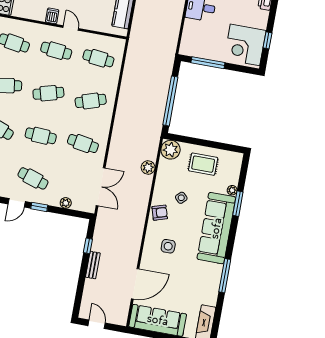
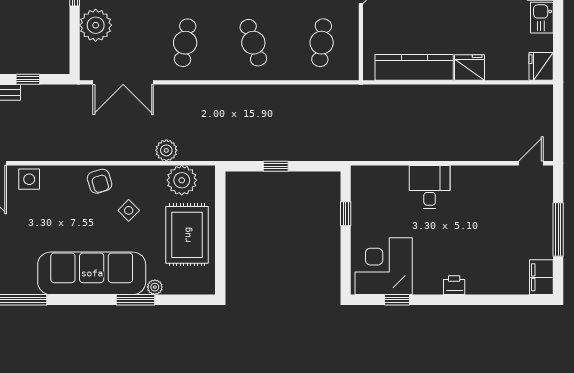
window: (208, 63) -> (346, 214), width x0.46
window: (170, 101) -> (276, 166), width x0.32
plant: (171, 150) -> (182, 180), moved
rug: (203, 164) -> (187, 235), width x1.36, depth x1.43
plant: (66, 203) -> (96, 25), width x1.88, depth x1.88
side table: (168, 246) -> (29, 179), moved

